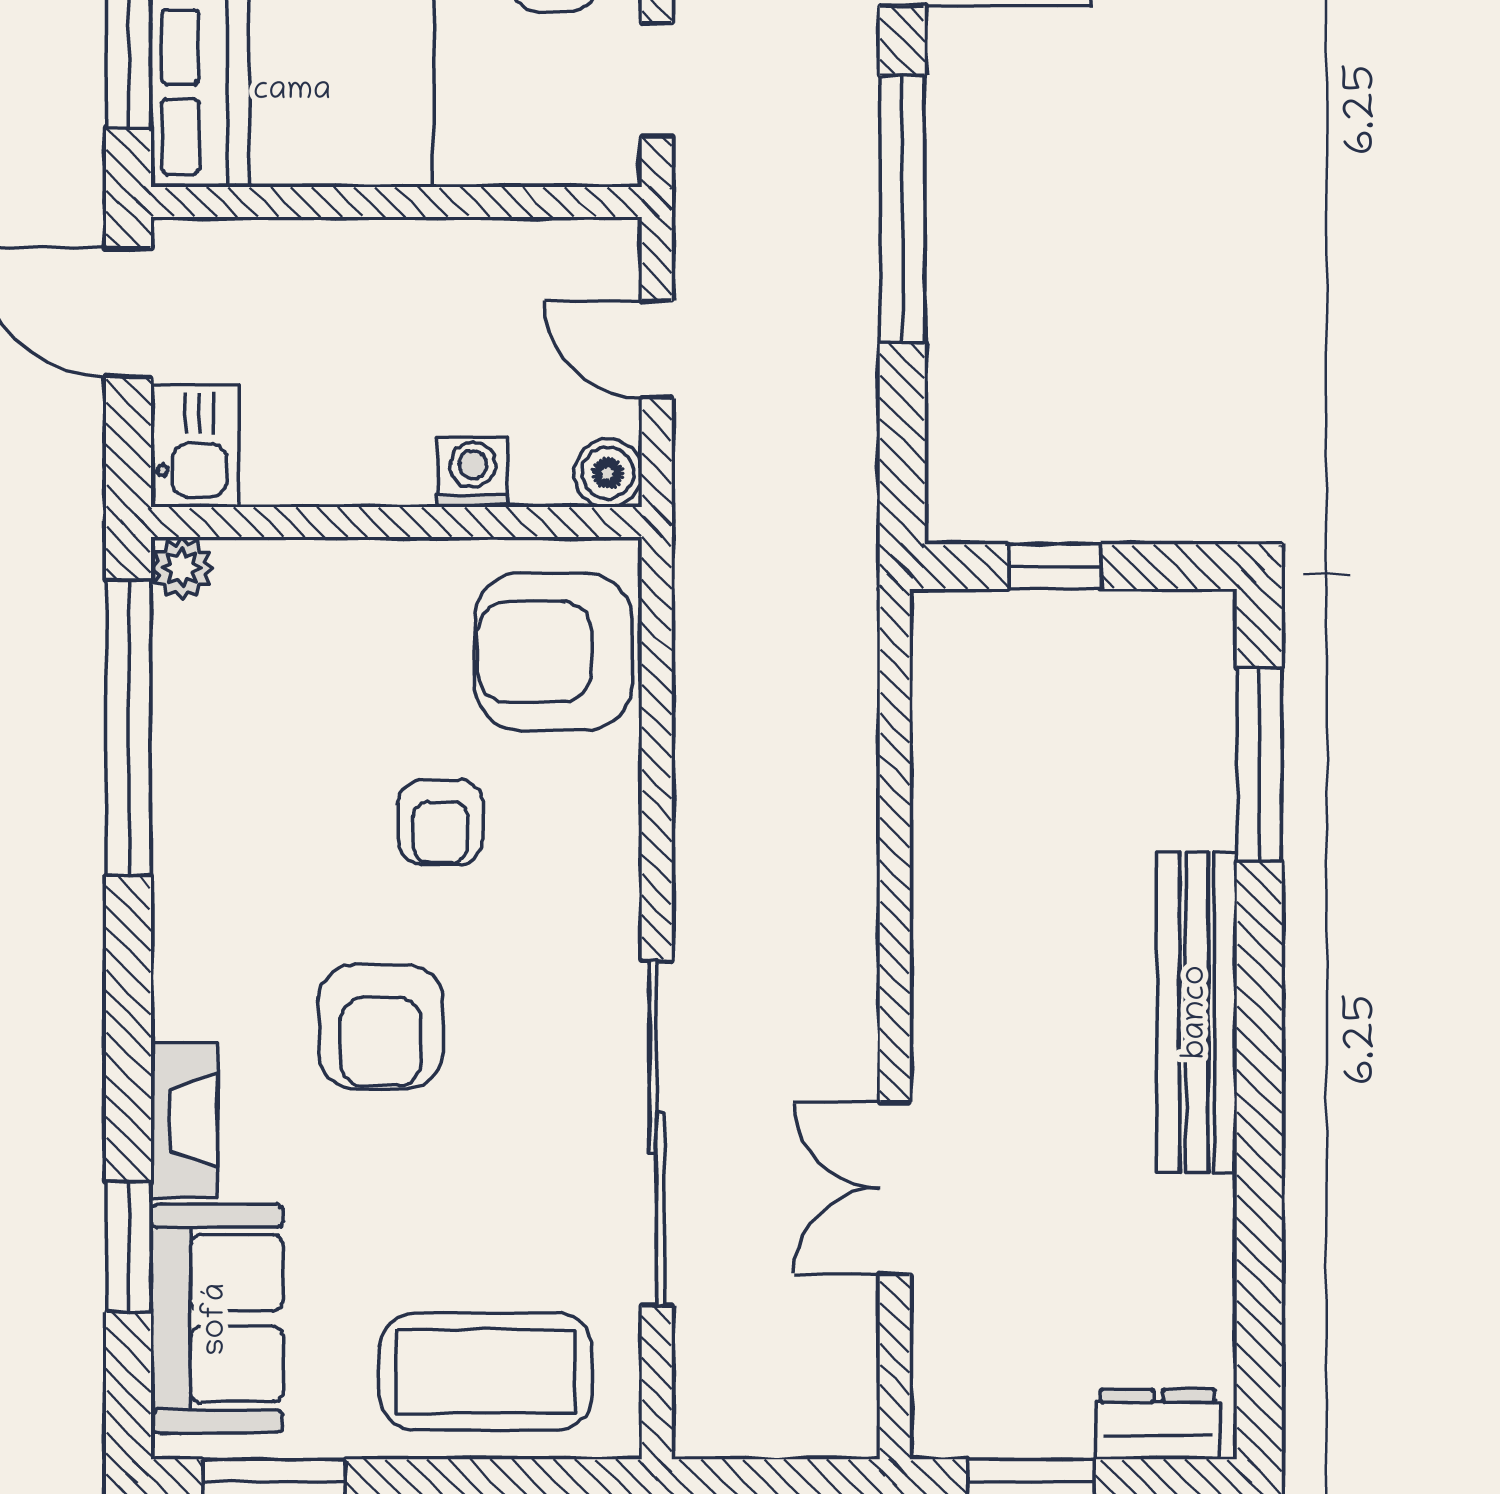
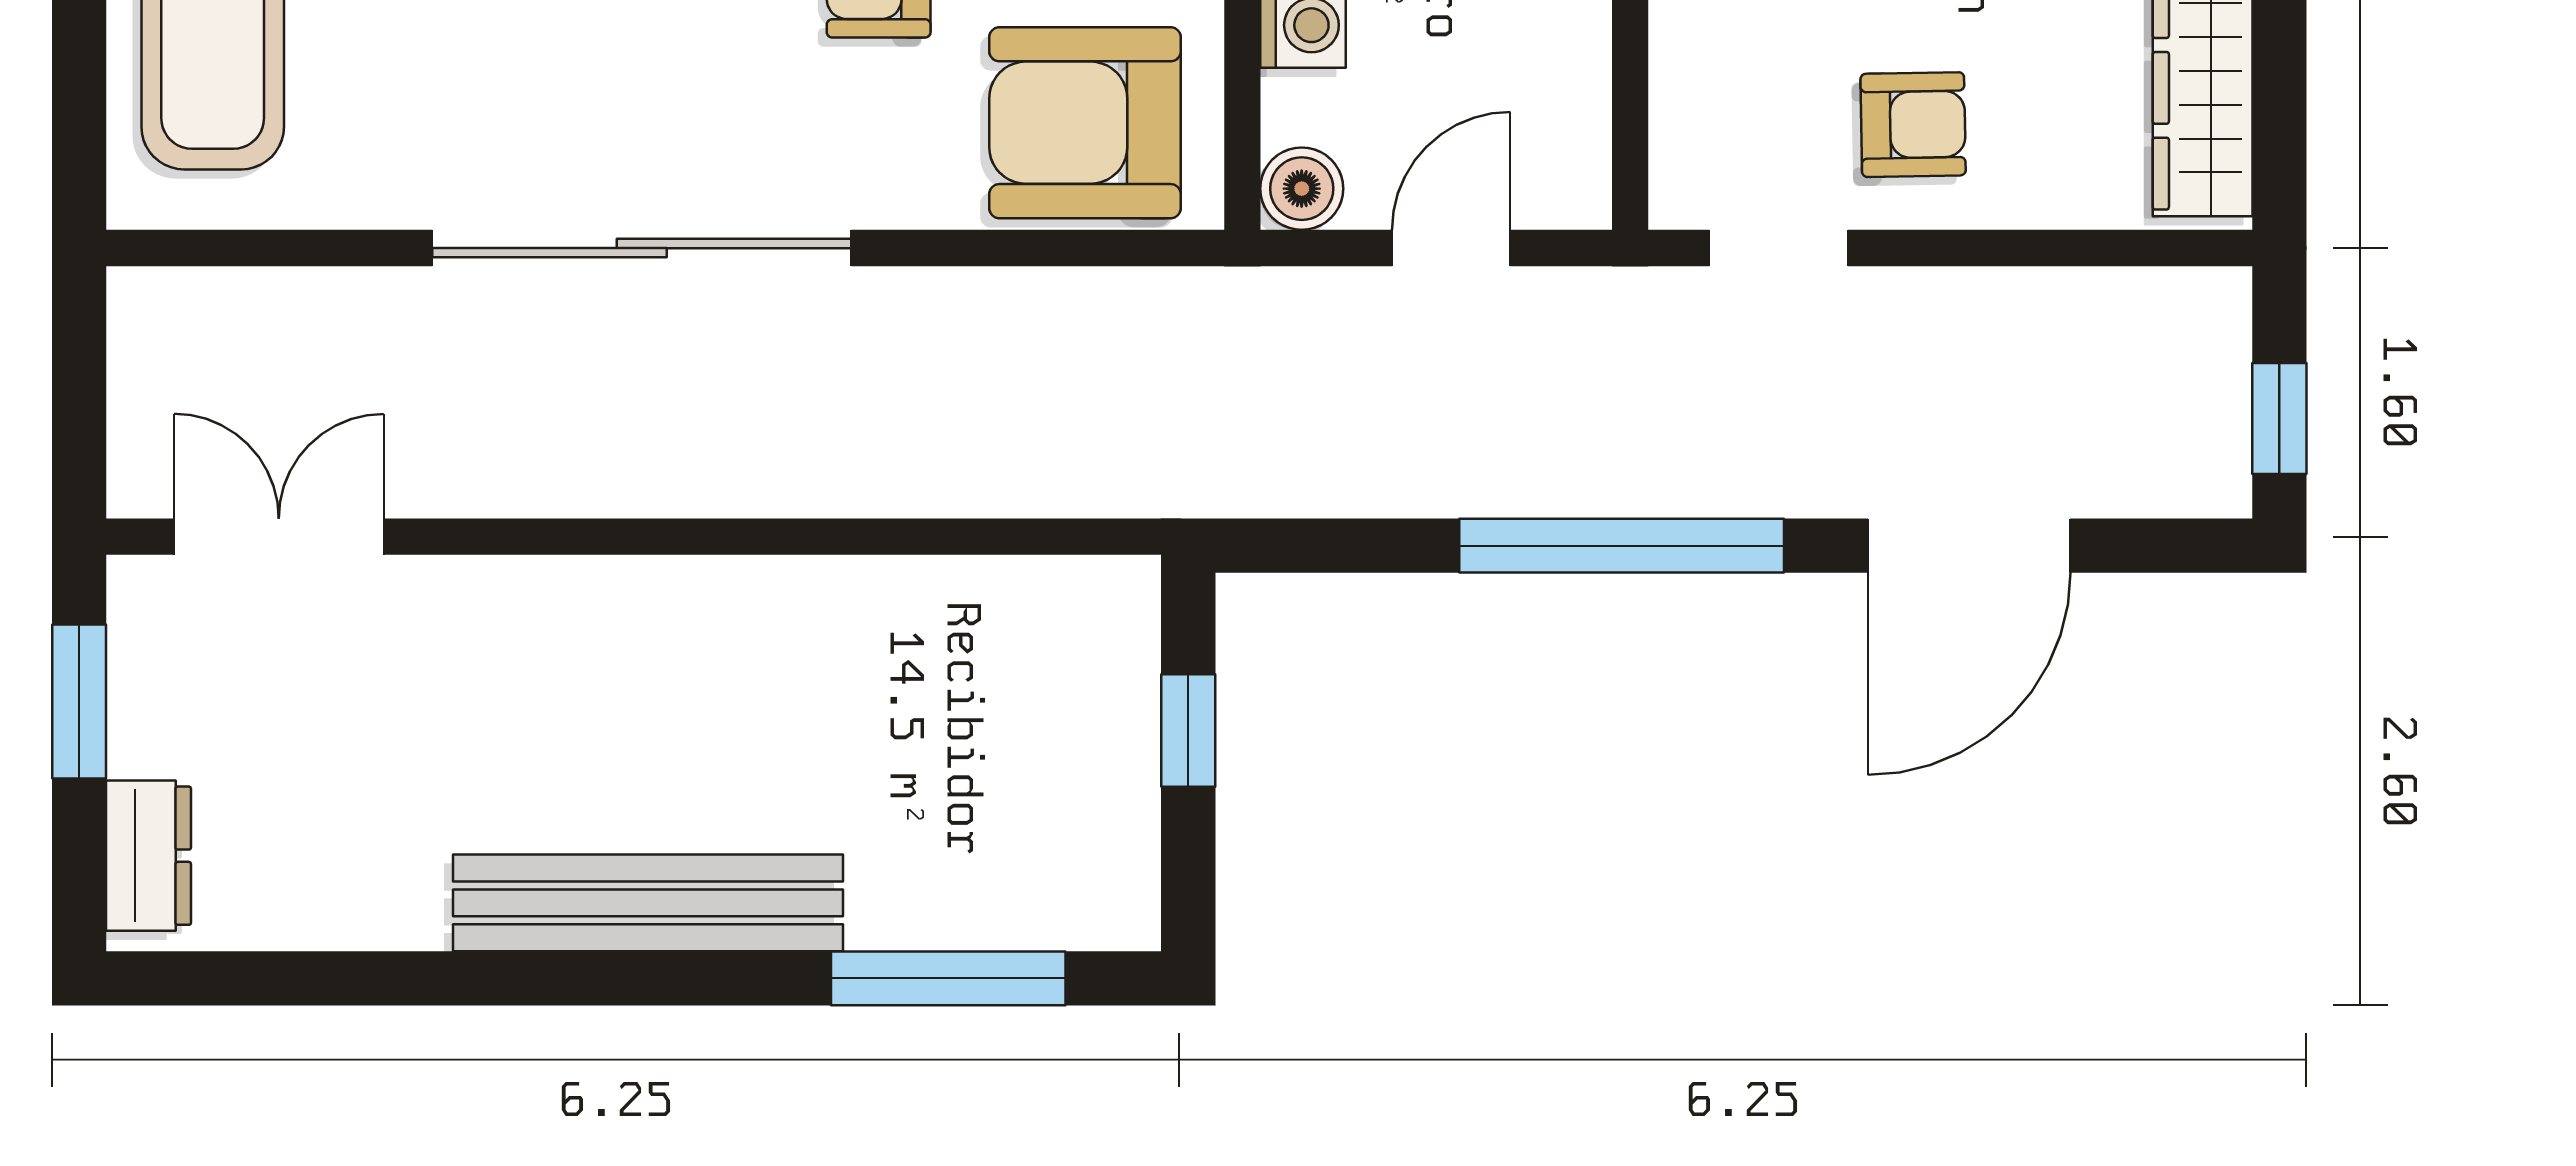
armchair: (553, 652) -> (1085, 123), turned -90
sliding door: (657, 1133) -> (642, 248), moved
double door: (895, 1188) -> (279, 537), moved

